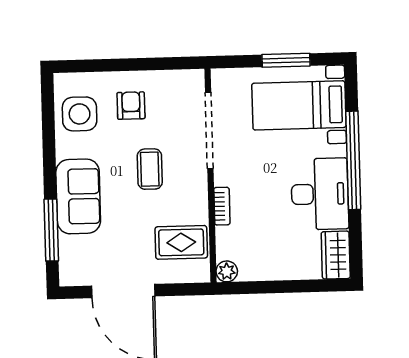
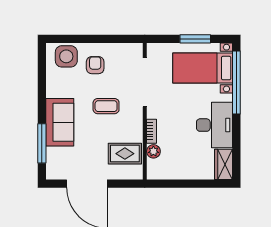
side table: (80, 114) -> (66, 56), moved
window: (353, 160) -> (236, 83), moved
coffee table: (150, 169) -> (106, 106), turned 90
plant: (227, 271) -> (153, 151), moved

